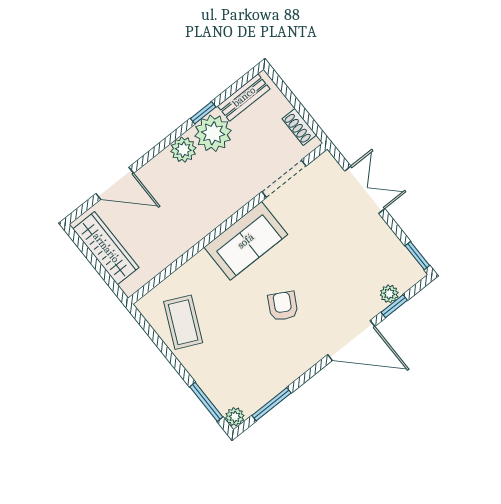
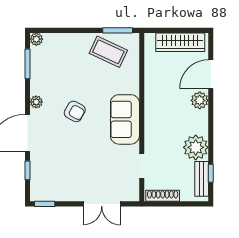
window: (203, 113) -> (211, 173), moved
shoe rack: (299, 127) -> (163, 196), width x1.43
plant: (183, 150) -> (200, 100), moved
doorway: (284, 179) -> (142, 166), width x0.73
plant: (389, 294) -> (36, 102), moved
window: (206, 402) -> (118, 30), moved

